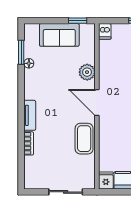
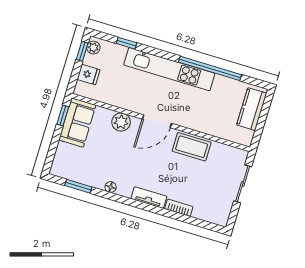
dishwasher: (105, 31) -> (83, 90), removed
sofa: (59, 35) -> (77, 122), moved
floor lamp: (29, 63) -> (111, 187), moved
fridge: (106, 180) -> (89, 75), moved, turned 180

